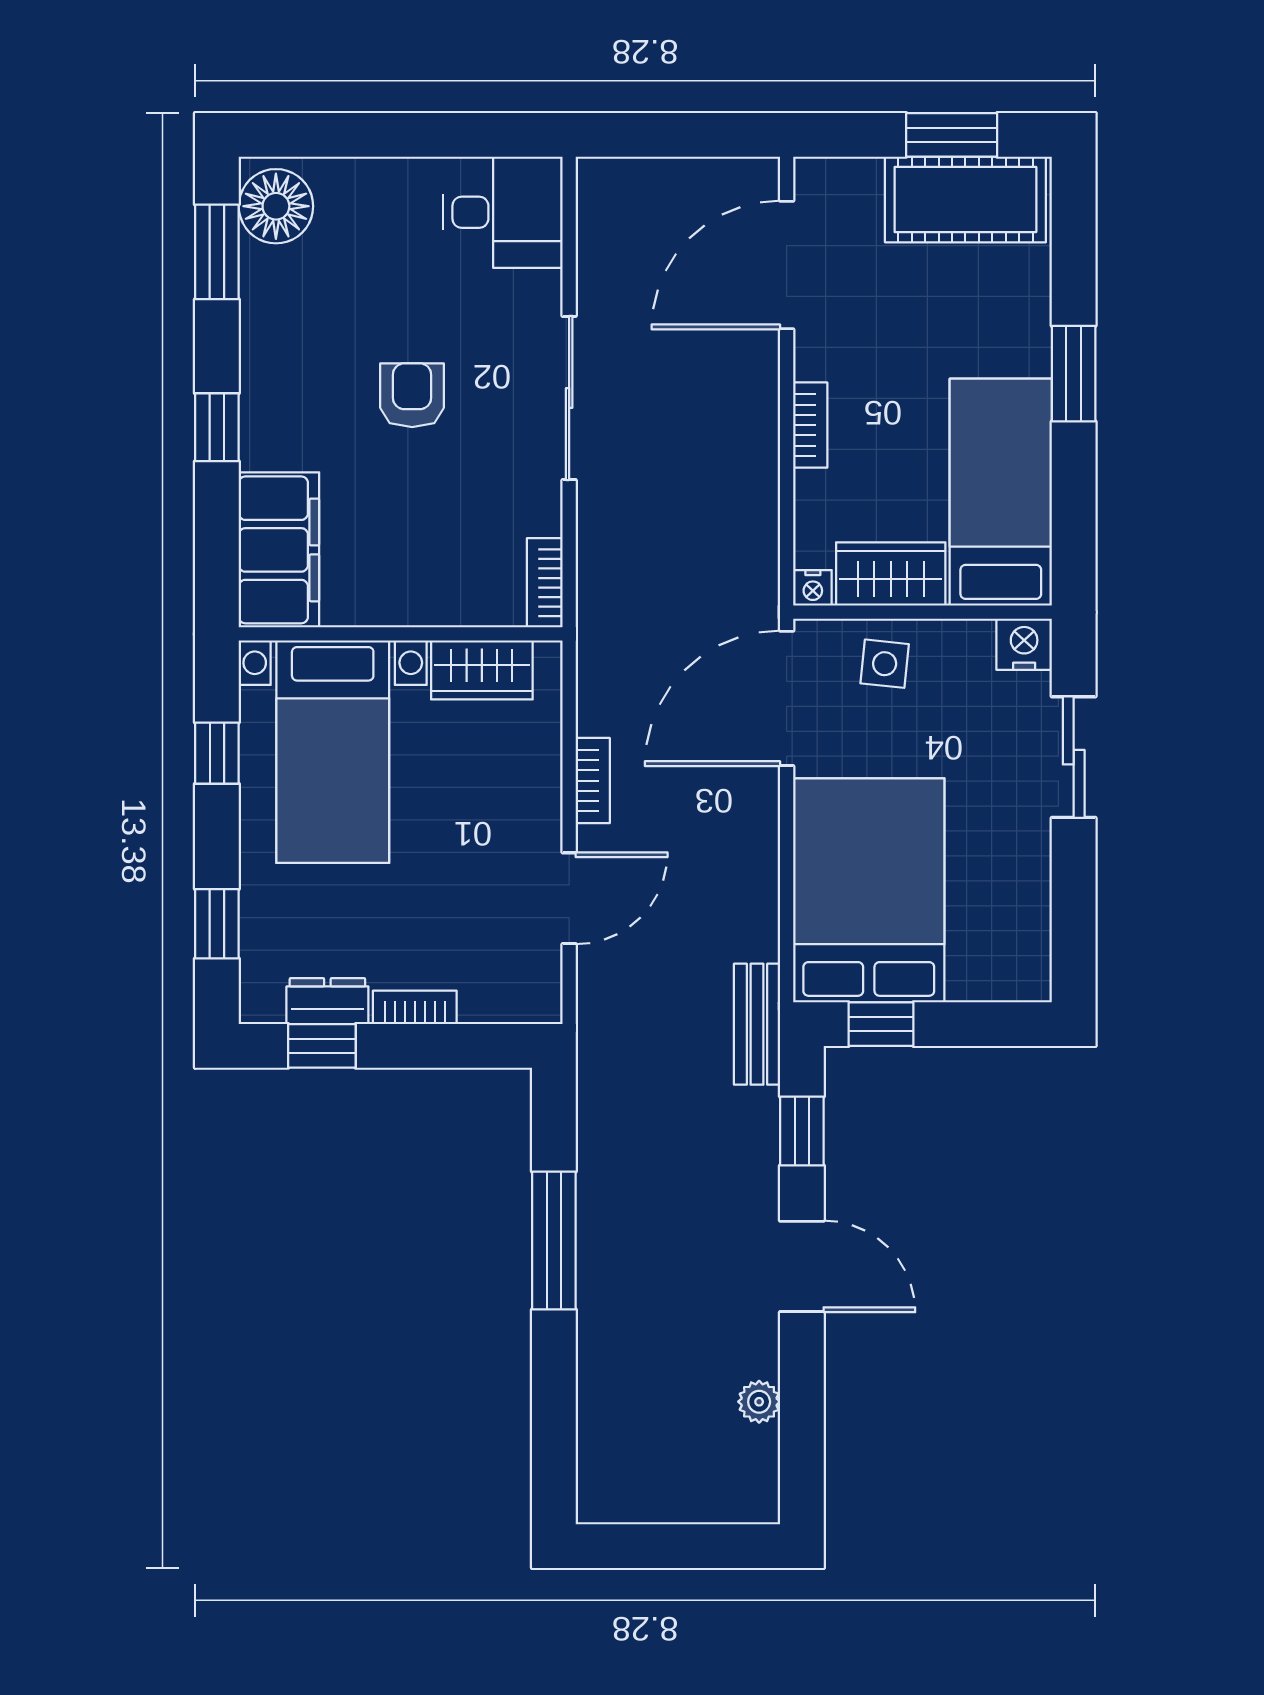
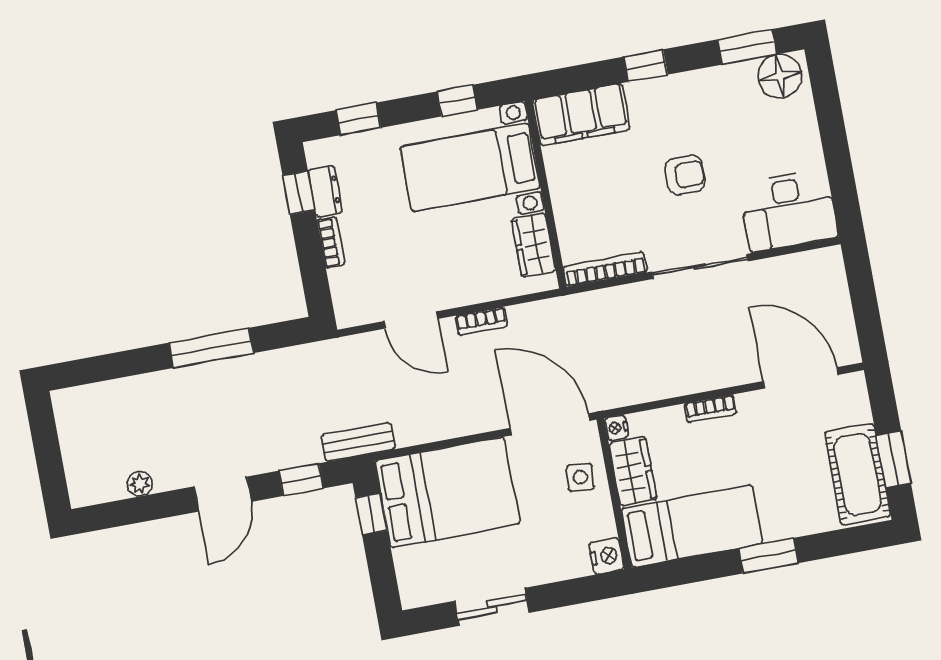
desk: (503, 212) -> (789, 210), width x1.37
bookcase: (545, 583) -> (605, 269), width x1.56
sliding door: (1074, 757) -> (492, 607), moved

